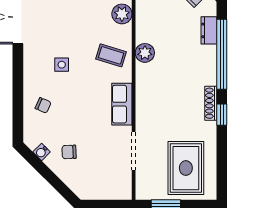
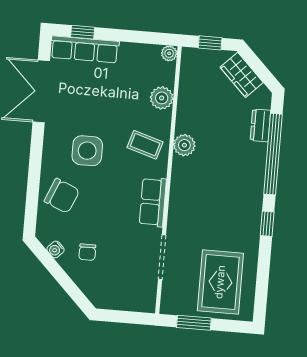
side table: (62, 65) -> (87, 151), width x1.87, depth x1.87
shoe rack: (211, 103) -> (256, 210), removed
chair: (43, 105) -> (62, 196), width x1.87, depth x1.87
chair: (69, 152) -> (87, 252), turned -88

